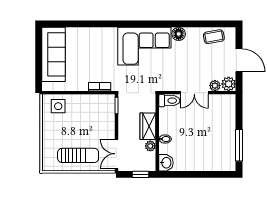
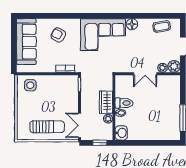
armchair: (91, 47) -> (58, 35), added
toilet: (169, 101) -> (124, 103), moved

